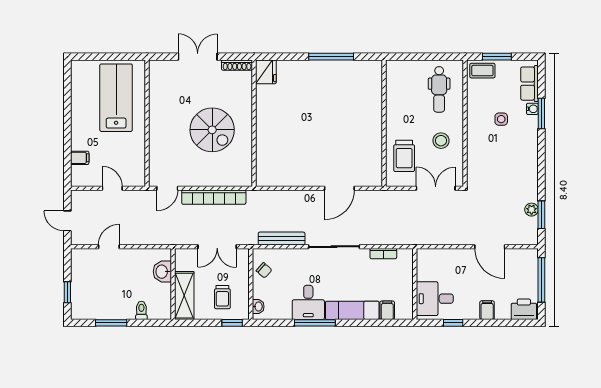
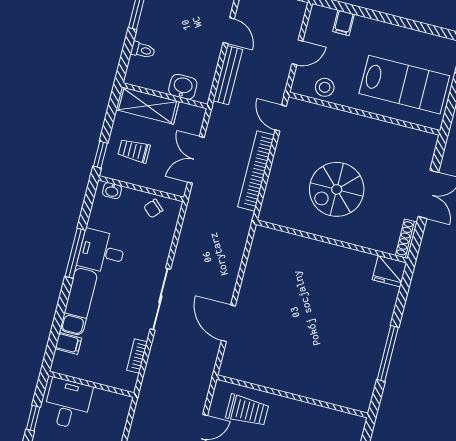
trolley: (404, 156) -> (247, 410), turned 180
stool: (134, 160) -> (325, 87), added
bench: (282, 238) -> (228, 75), moved

